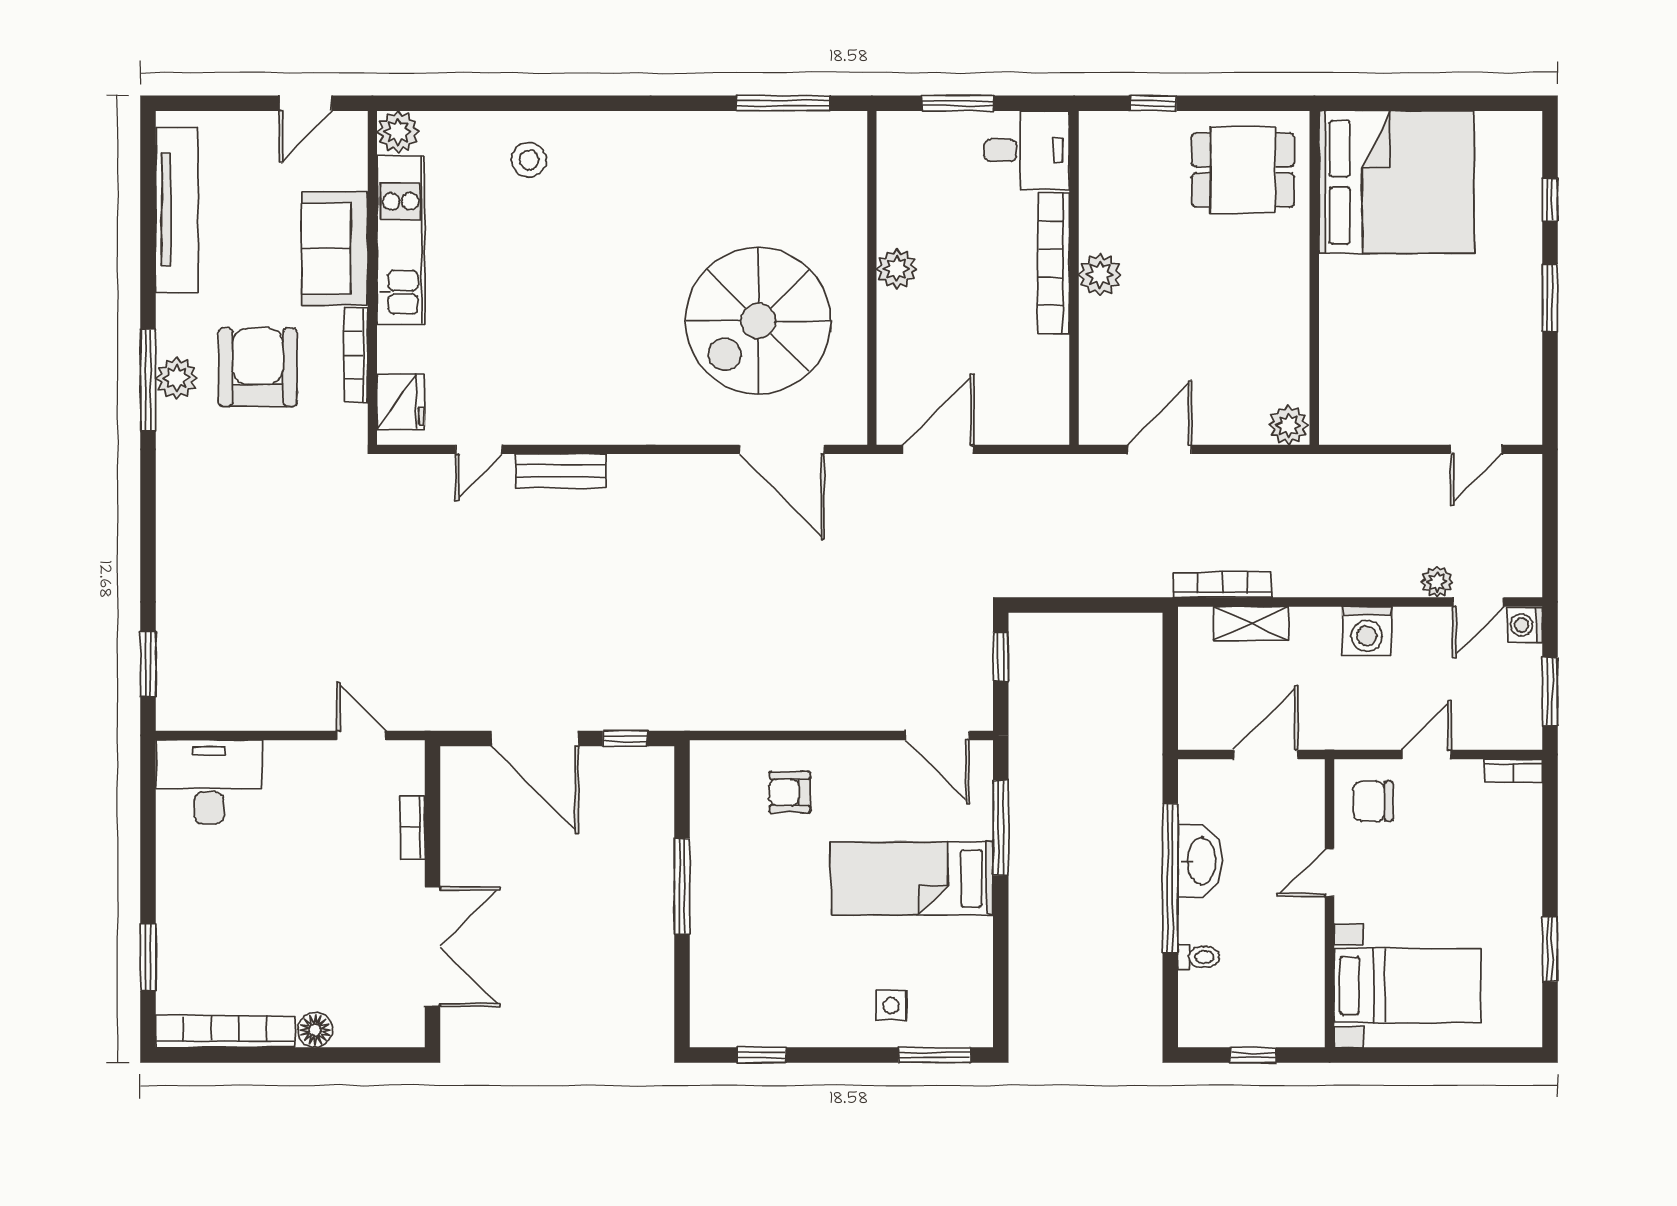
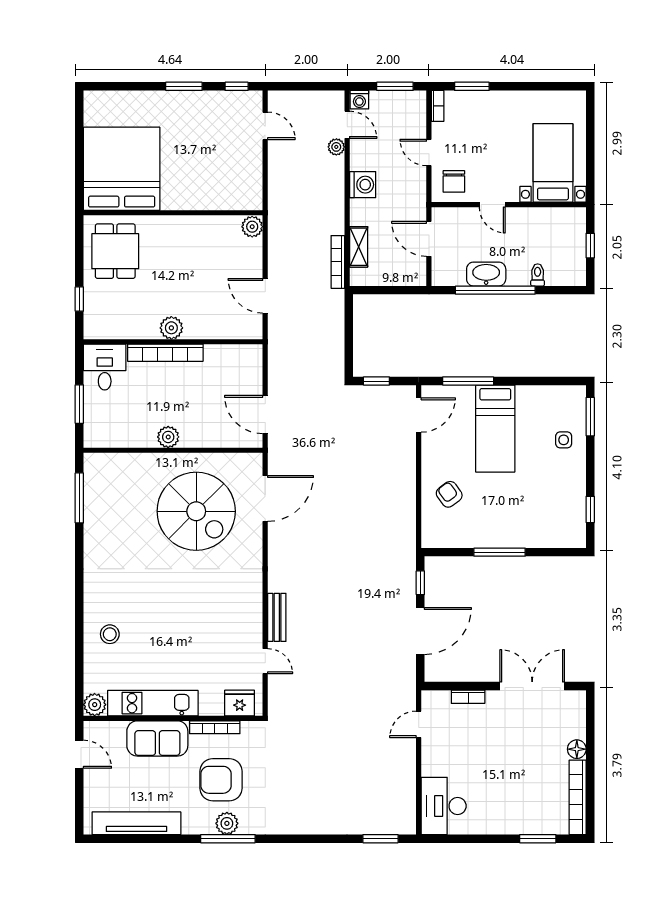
window: (1550, 200) -> (237, 86), moved
armchair: (790, 792) -> (449, 494), turned 144
window: (1550, 949) -> (472, 86), moved

